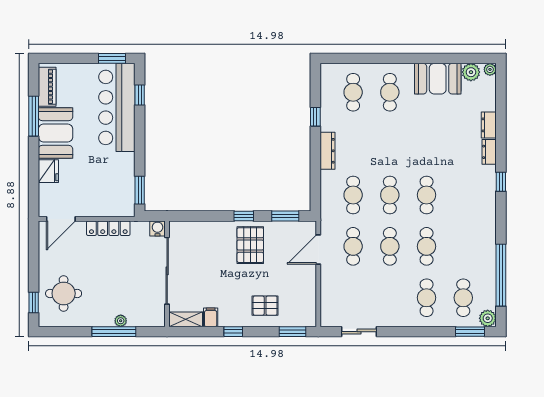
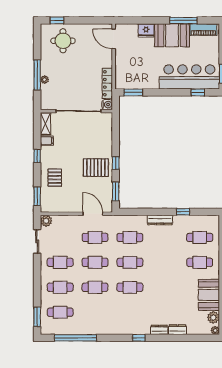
locker: (108, 228) -> (107, 83), moved
cafe table: (390, 298) -> (60, 262), added
plant: (488, 318) -> (46, 221), moved

